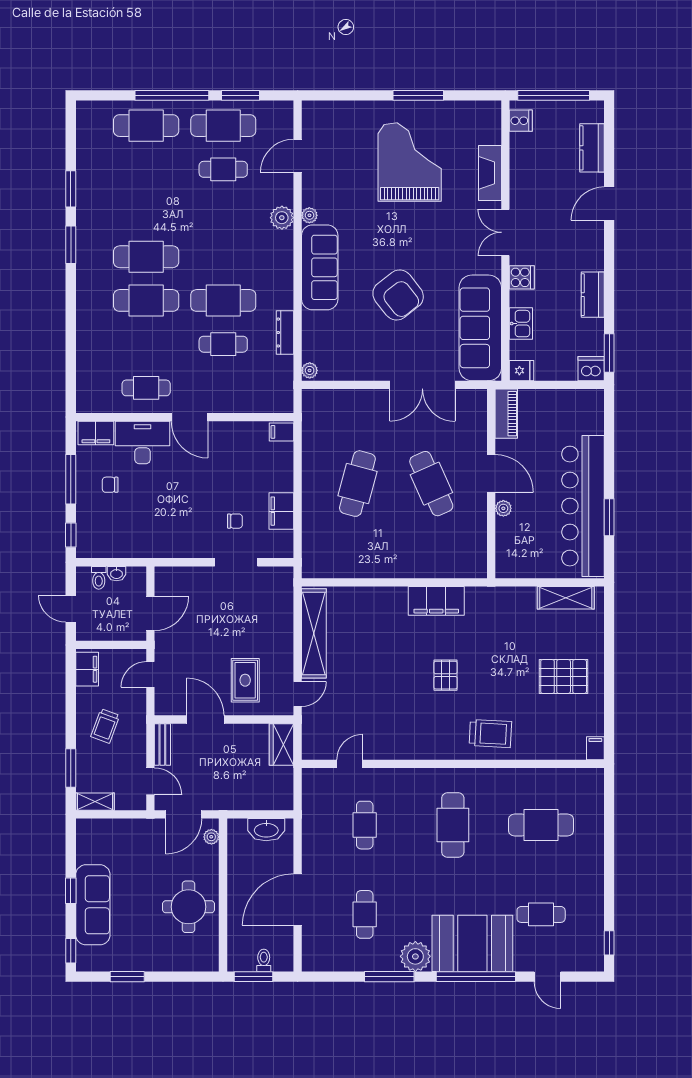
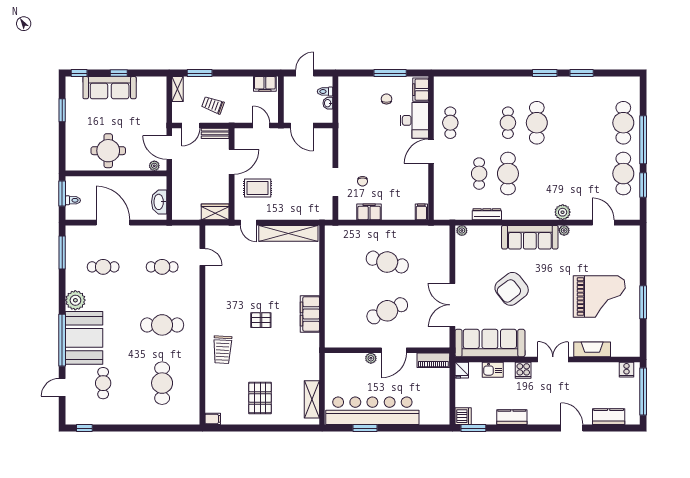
cafe table: (223, 169) -> (594, 174), removed
cafe table: (146, 300) -> (508, 123), width x0.73, depth x0.74
window: (71, 535) -> (353, 73), removed
trolley: (105, 726) -> (213, 105), moved
window: (389, 977) -> (62, 252), moved

